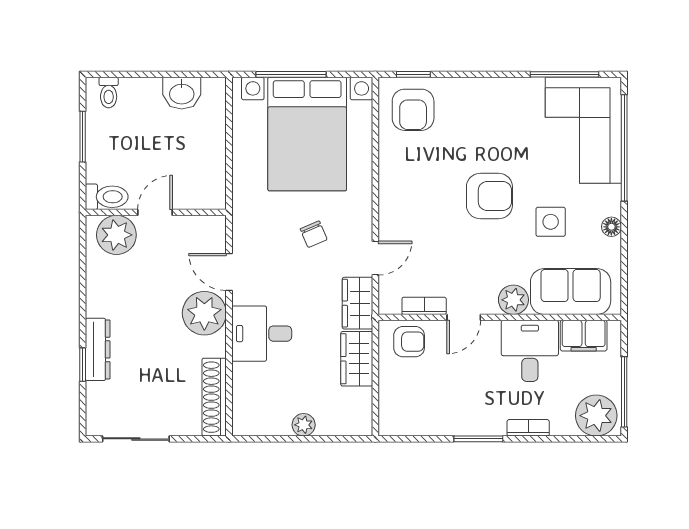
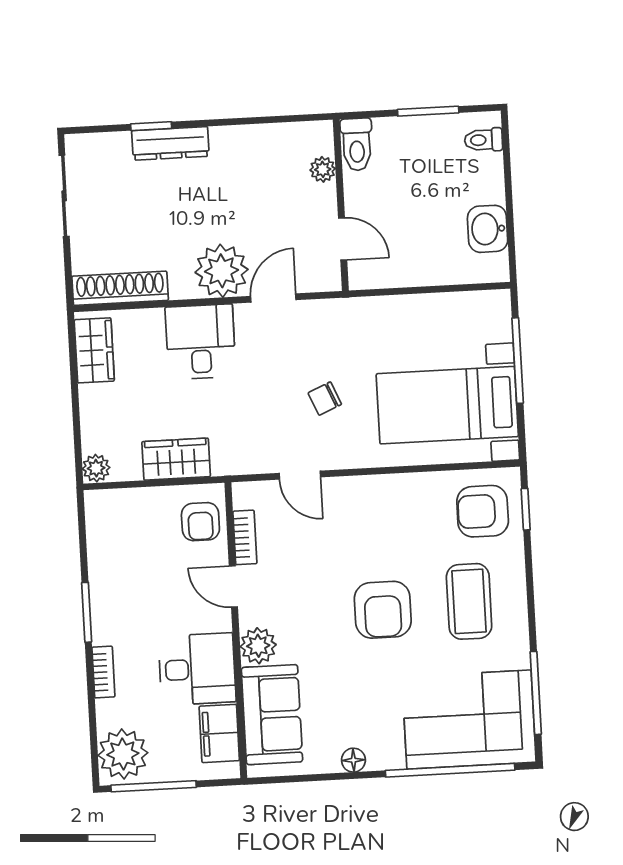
coffee table: (486, 125) -> (469, 601), added
bed with nightstands: (307, 134) -> (447, 405), width x0.73
door: (155, 212) -> (343, 239), moved
side table: (551, 222) -> (355, 686), removed
plant: (116, 235) -> (323, 169), width x0.53, depth x0.53
wardrobe: (358, 303) -> (94, 350), moved, turned 90
plant: (304, 425) -> (96, 468), moved

